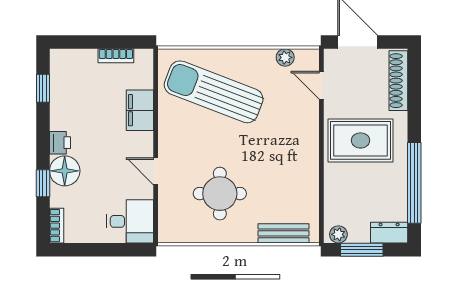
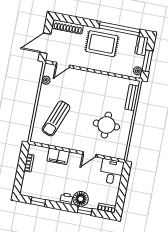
sun lounger: (214, 92) -> (56, 118), width x0.73, depth x0.75
rug: (360, 140) -> (102, 44), moved, turned 90

